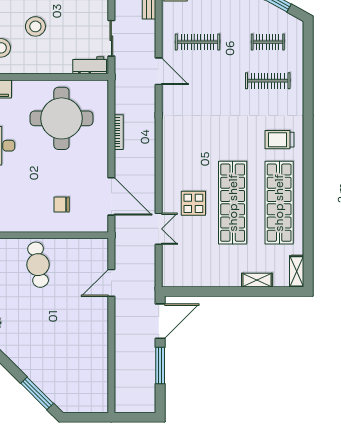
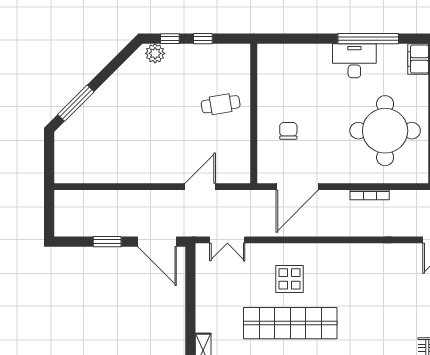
double door: (159, 229) -> (227, 240), moved
cafe table: (38, 265) -> (221, 104), width x0.73, depth x0.74
door: (111, 283) -> (200, 187), hinge flipped
window: (160, 365) -> (107, 242), width x0.69

